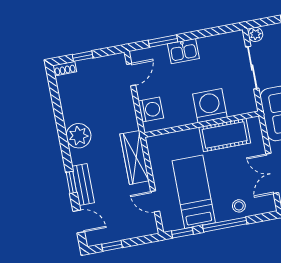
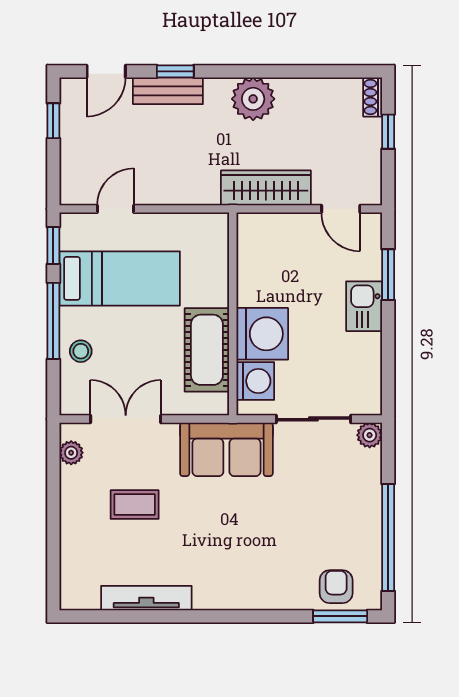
washing machine: (151, 110) -> (255, 381), moved, turned -90
wardrobe: (135, 157) -> (266, 188), moved

